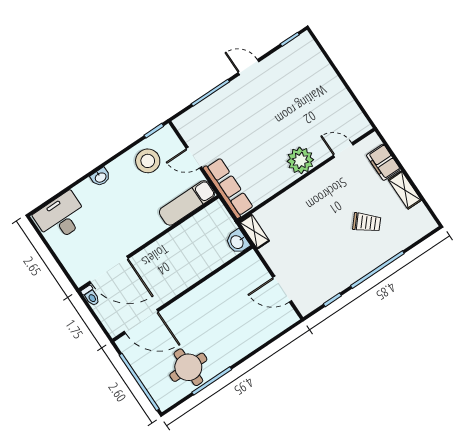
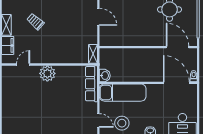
door: (343, 150) -> (23, 64), swing flipped
door: (194, 158) -> (98, 120), moved
exam couch: (187, 203) -> (123, 93), width x1.36, depth x1.45
washbasin: (237, 242) -> (105, 76), moved

